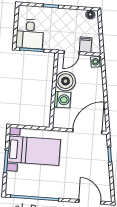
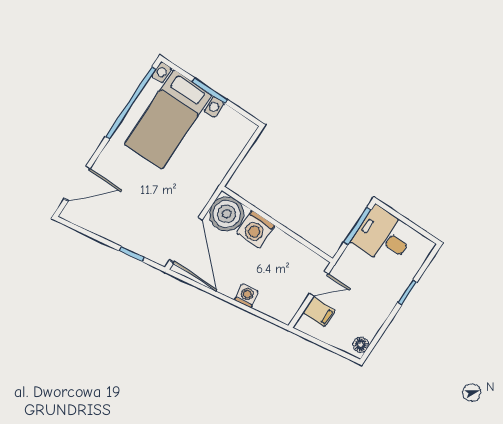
door: (72, 53) -> (319, 284), swing flipped
washing machine: (96, 62) -> (246, 296), moved
boiler: (65, 81) -> (227, 214), moved
bed with nightstands: (34, 151) -> (168, 119), moved

